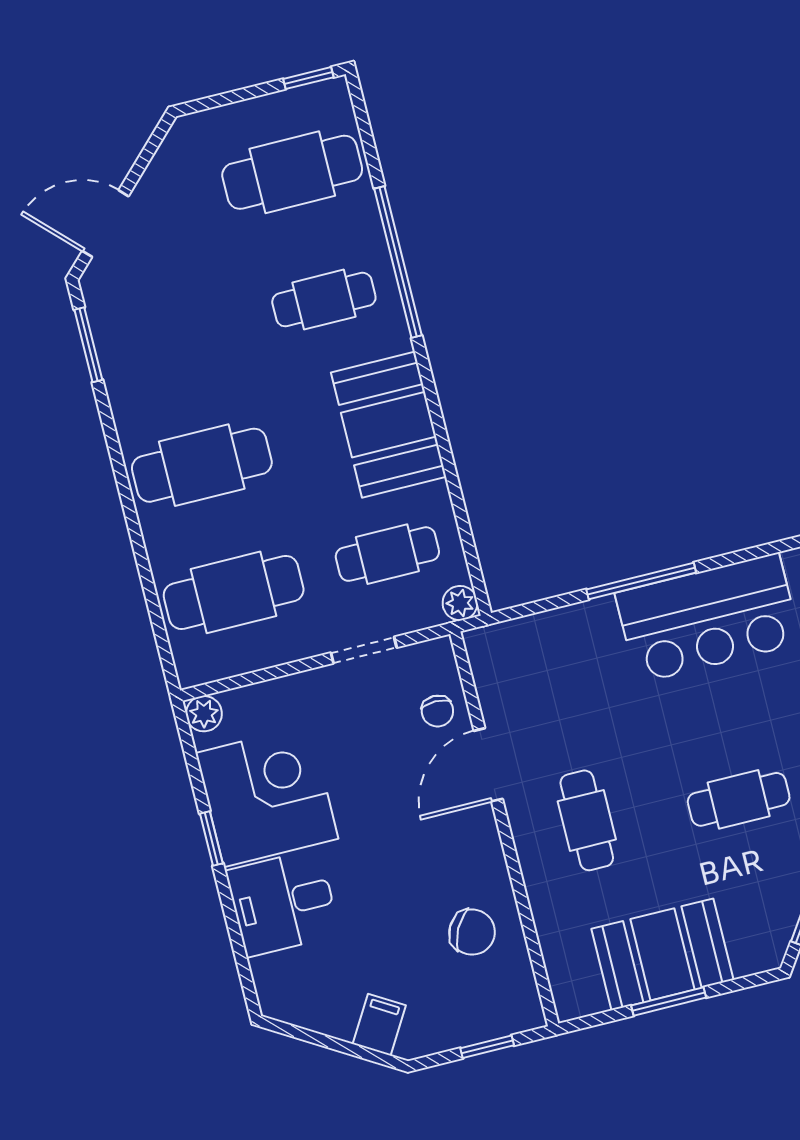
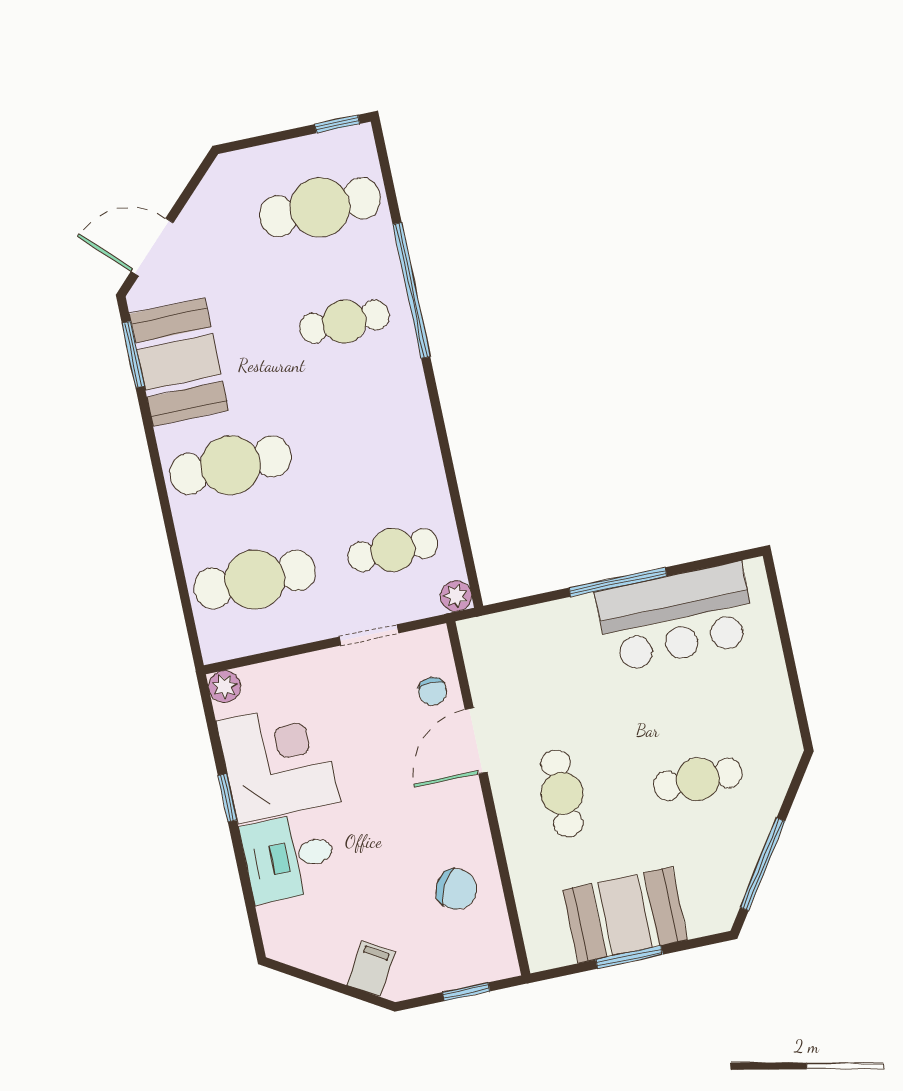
booth: (389, 425) -> (179, 362), moved

